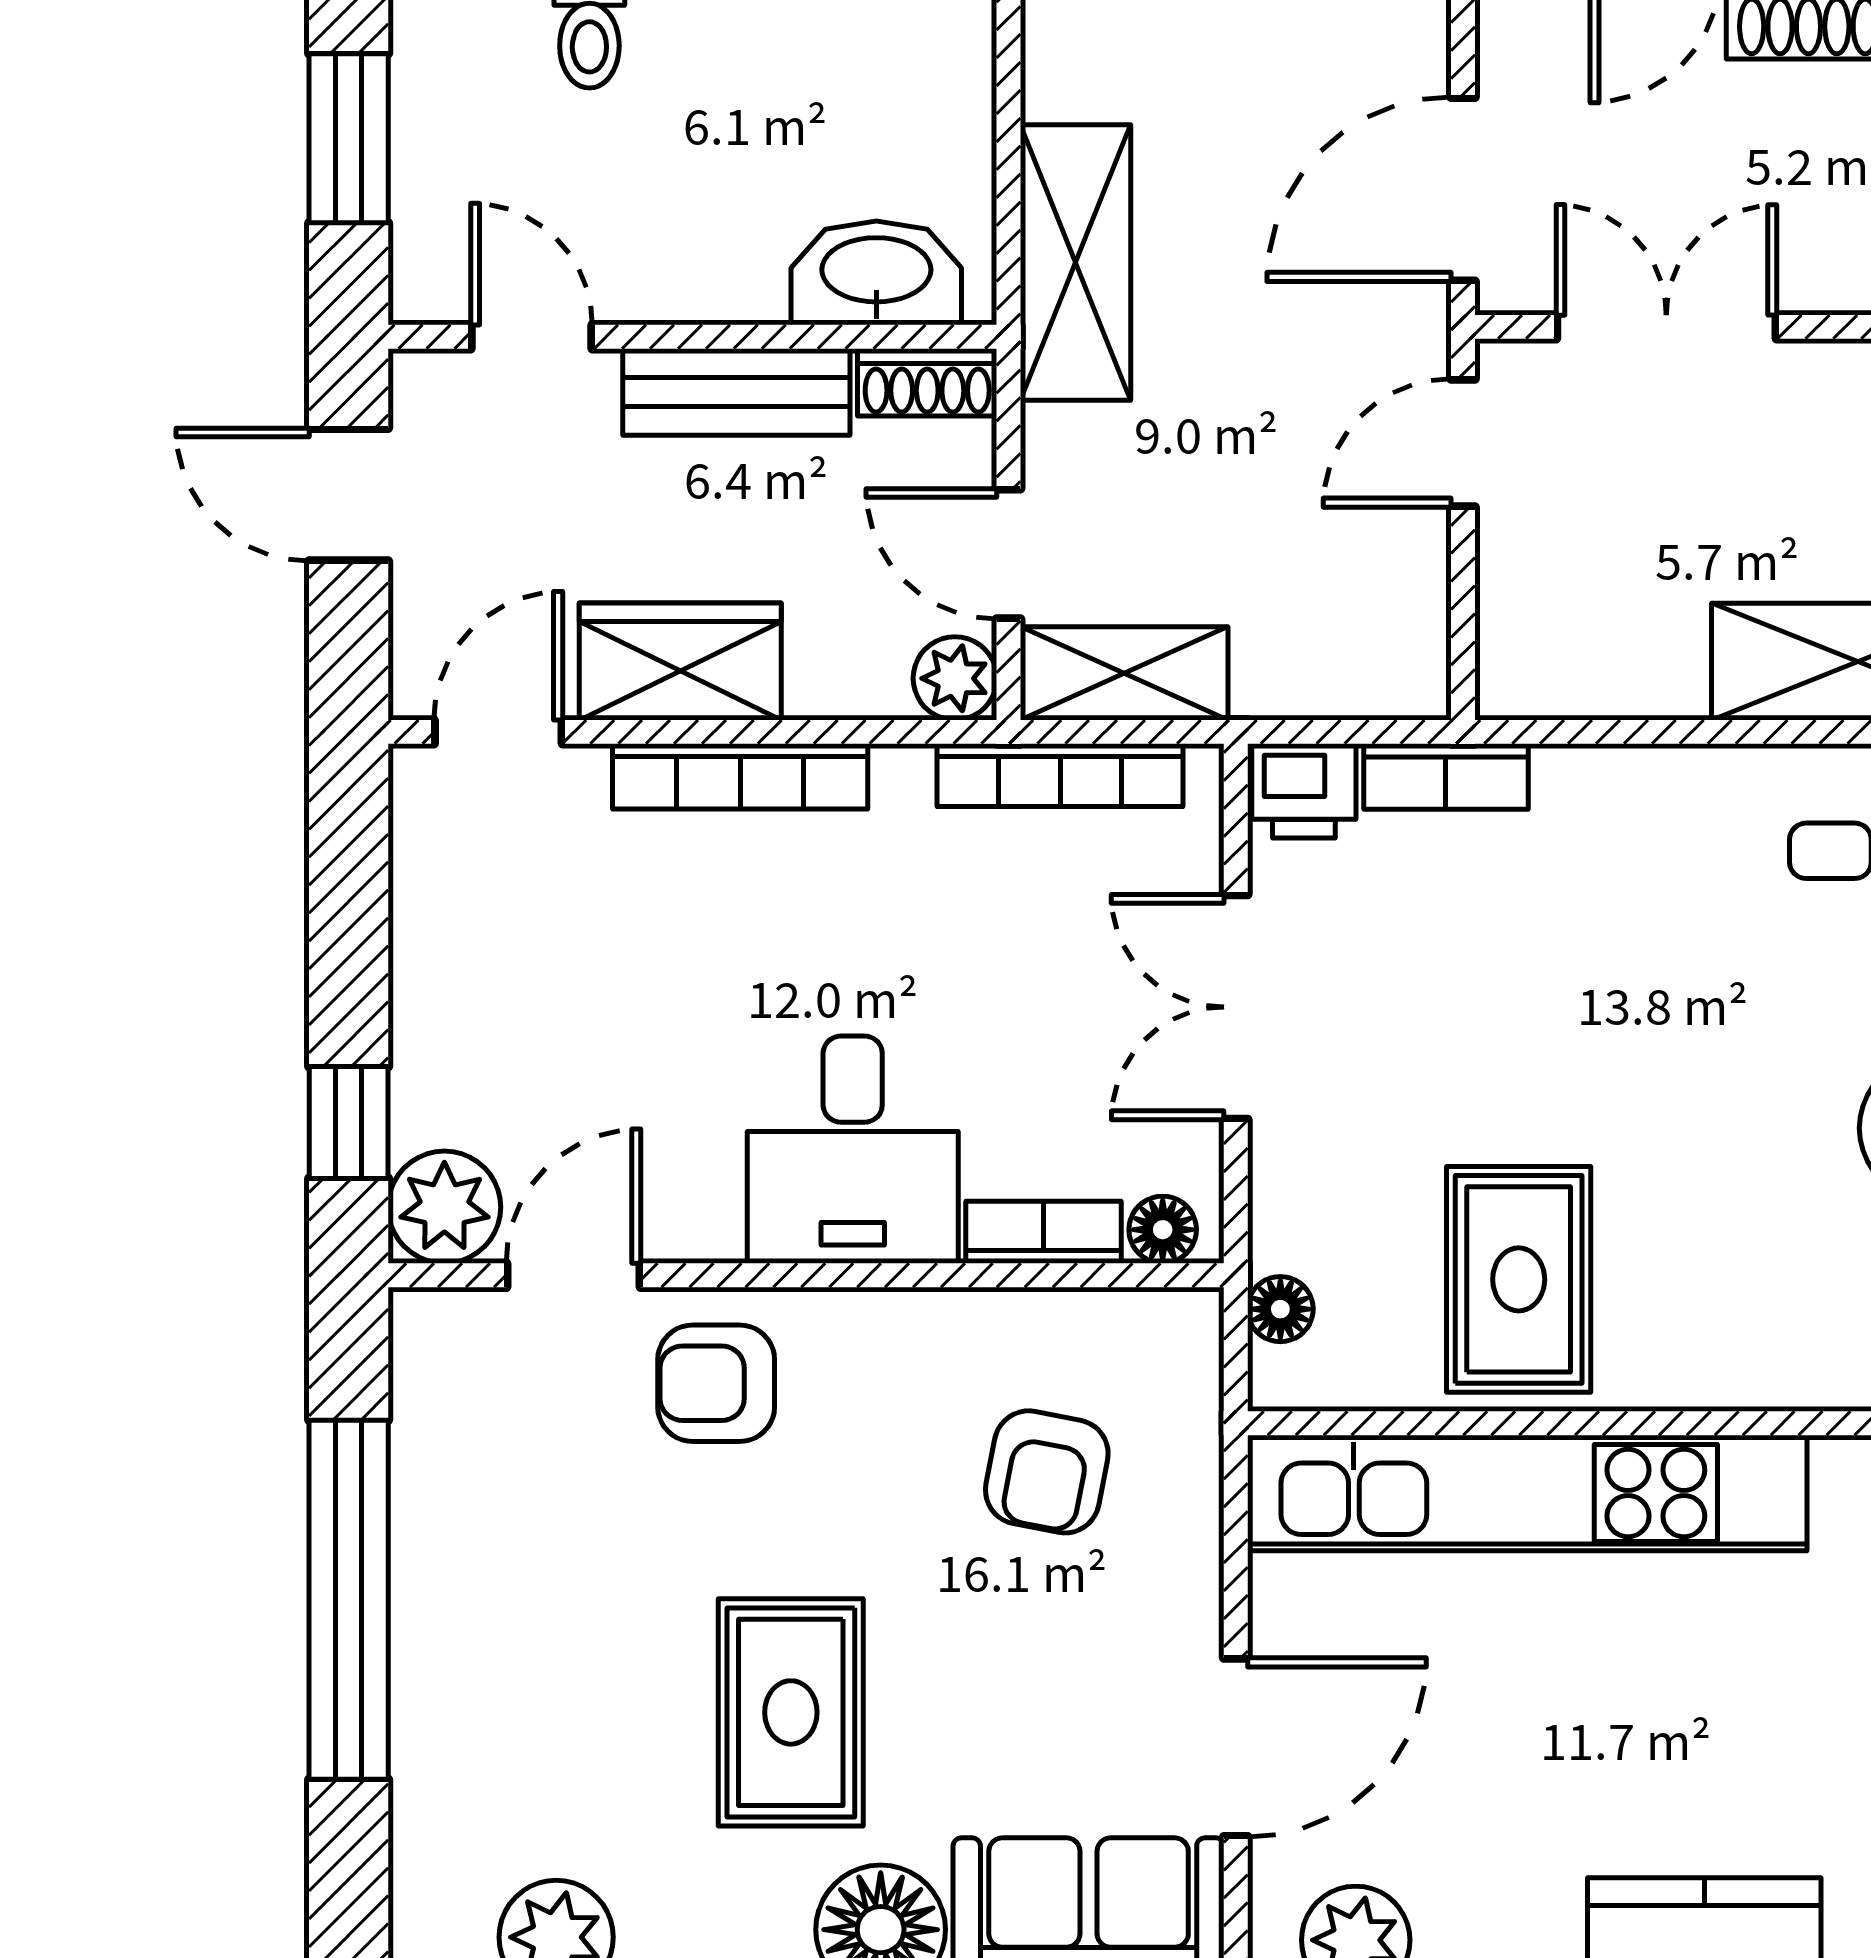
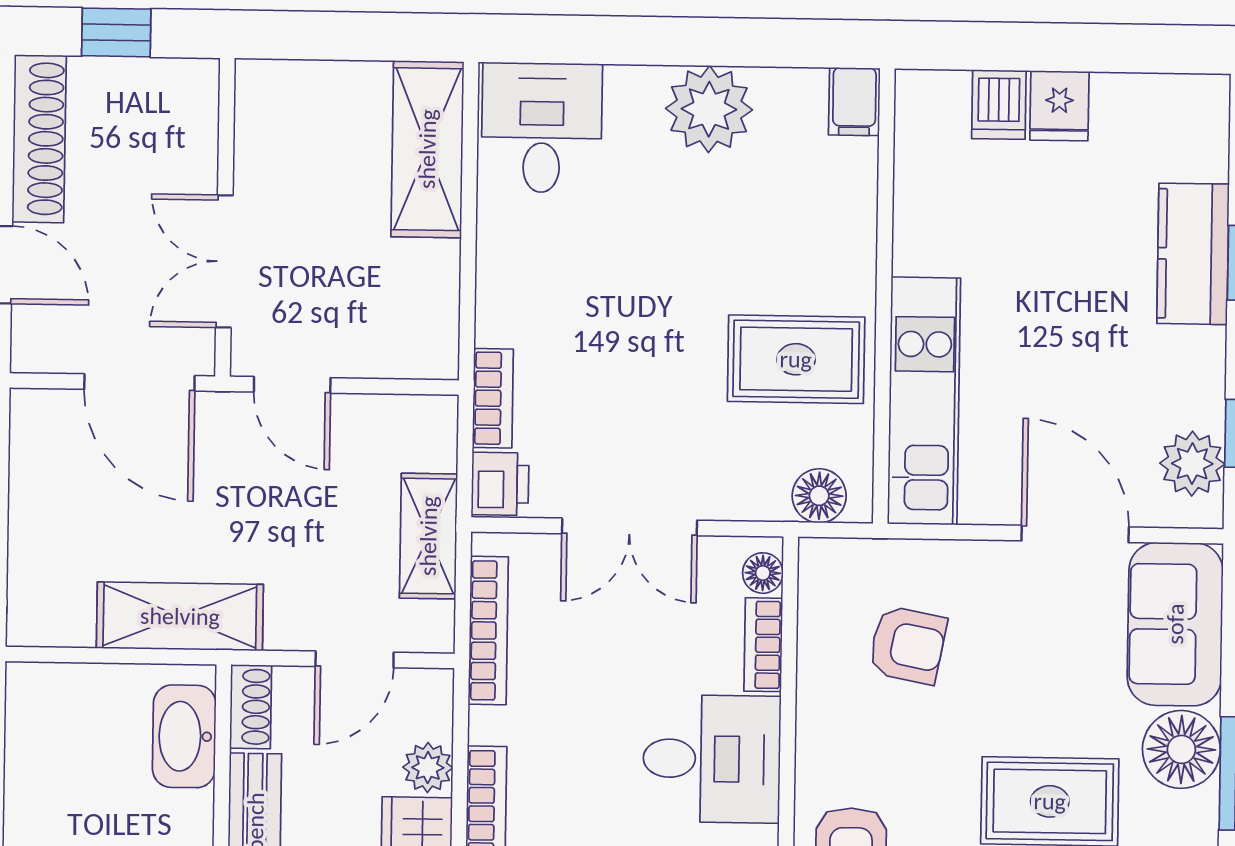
shelving: (1124, 673) -> (428, 536), moved
plant: (955, 678) -> (428, 768), moved
floor lamp: (1280, 1309) -> (819, 496), width x1.37, depth x1.37
kitchen unit: (1527, 1493) -> (924, 401), width x0.73

